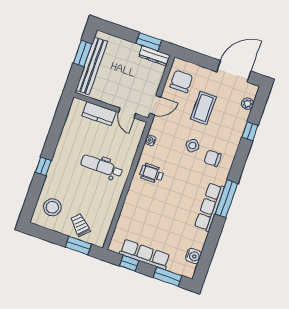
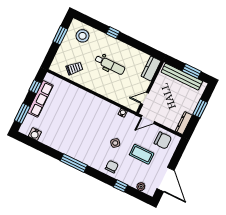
window: (149, 42) -> (200, 108), moved
door: (155, 105) -> (148, 119), hinge flipped
kitchen counter: (99, 114) -> (151, 69), moved
chair: (213, 158) -> (112, 167), moved
dental chair: (102, 166) -> (110, 65), moved, turned 90
wheelchair: (152, 173) -> (99, 111), removed
row of seats: (210, 207) -> (69, 150), removed
trolley: (80, 225) -> (74, 68), moved
window: (78, 246) -> (60, 35), moved

